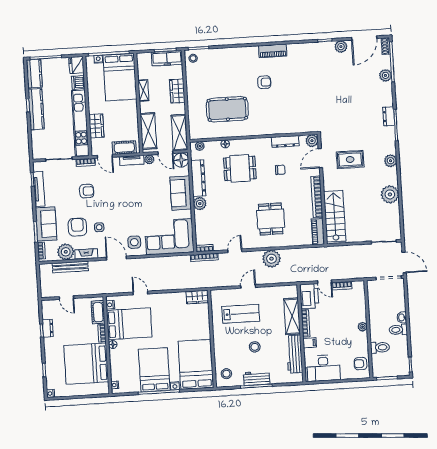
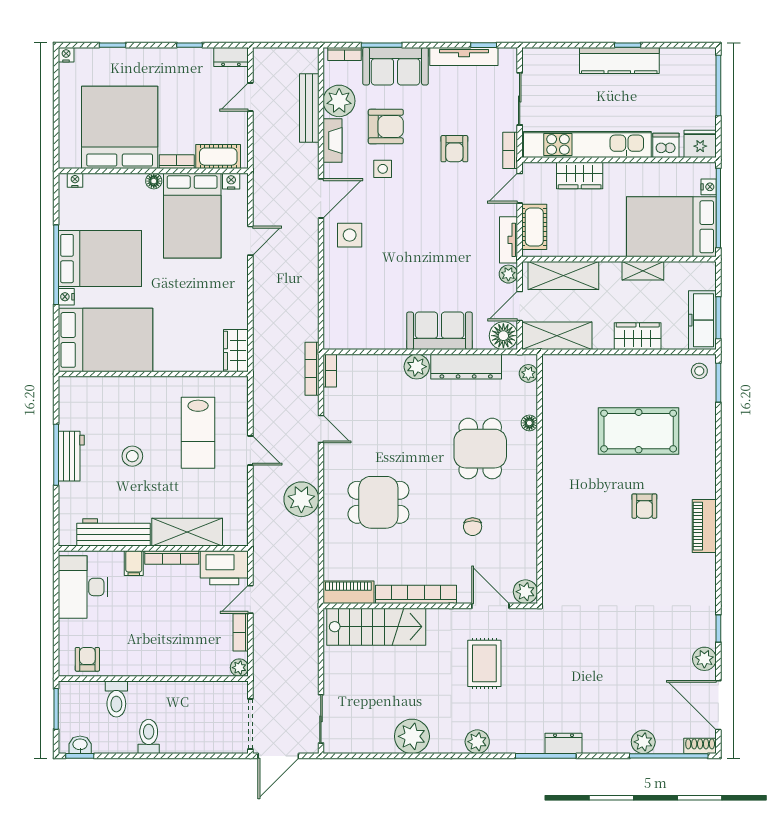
kitchen counter: (34, 74) -> (688, 61), removed
pool table: (227, 109) -> (639, 431), moved, turned 90
dresser: (285, 141) -> (527, 540), removed
corner sofa: (169, 237) -> (356, 304), removed
washbasin: (402, 317) -> (80, 745), moved
plant: (363, 327) -> (239, 668), moved
dresser: (48, 328) -> (231, 57), moved
stool: (226, 374) -> (84, 398), removed

